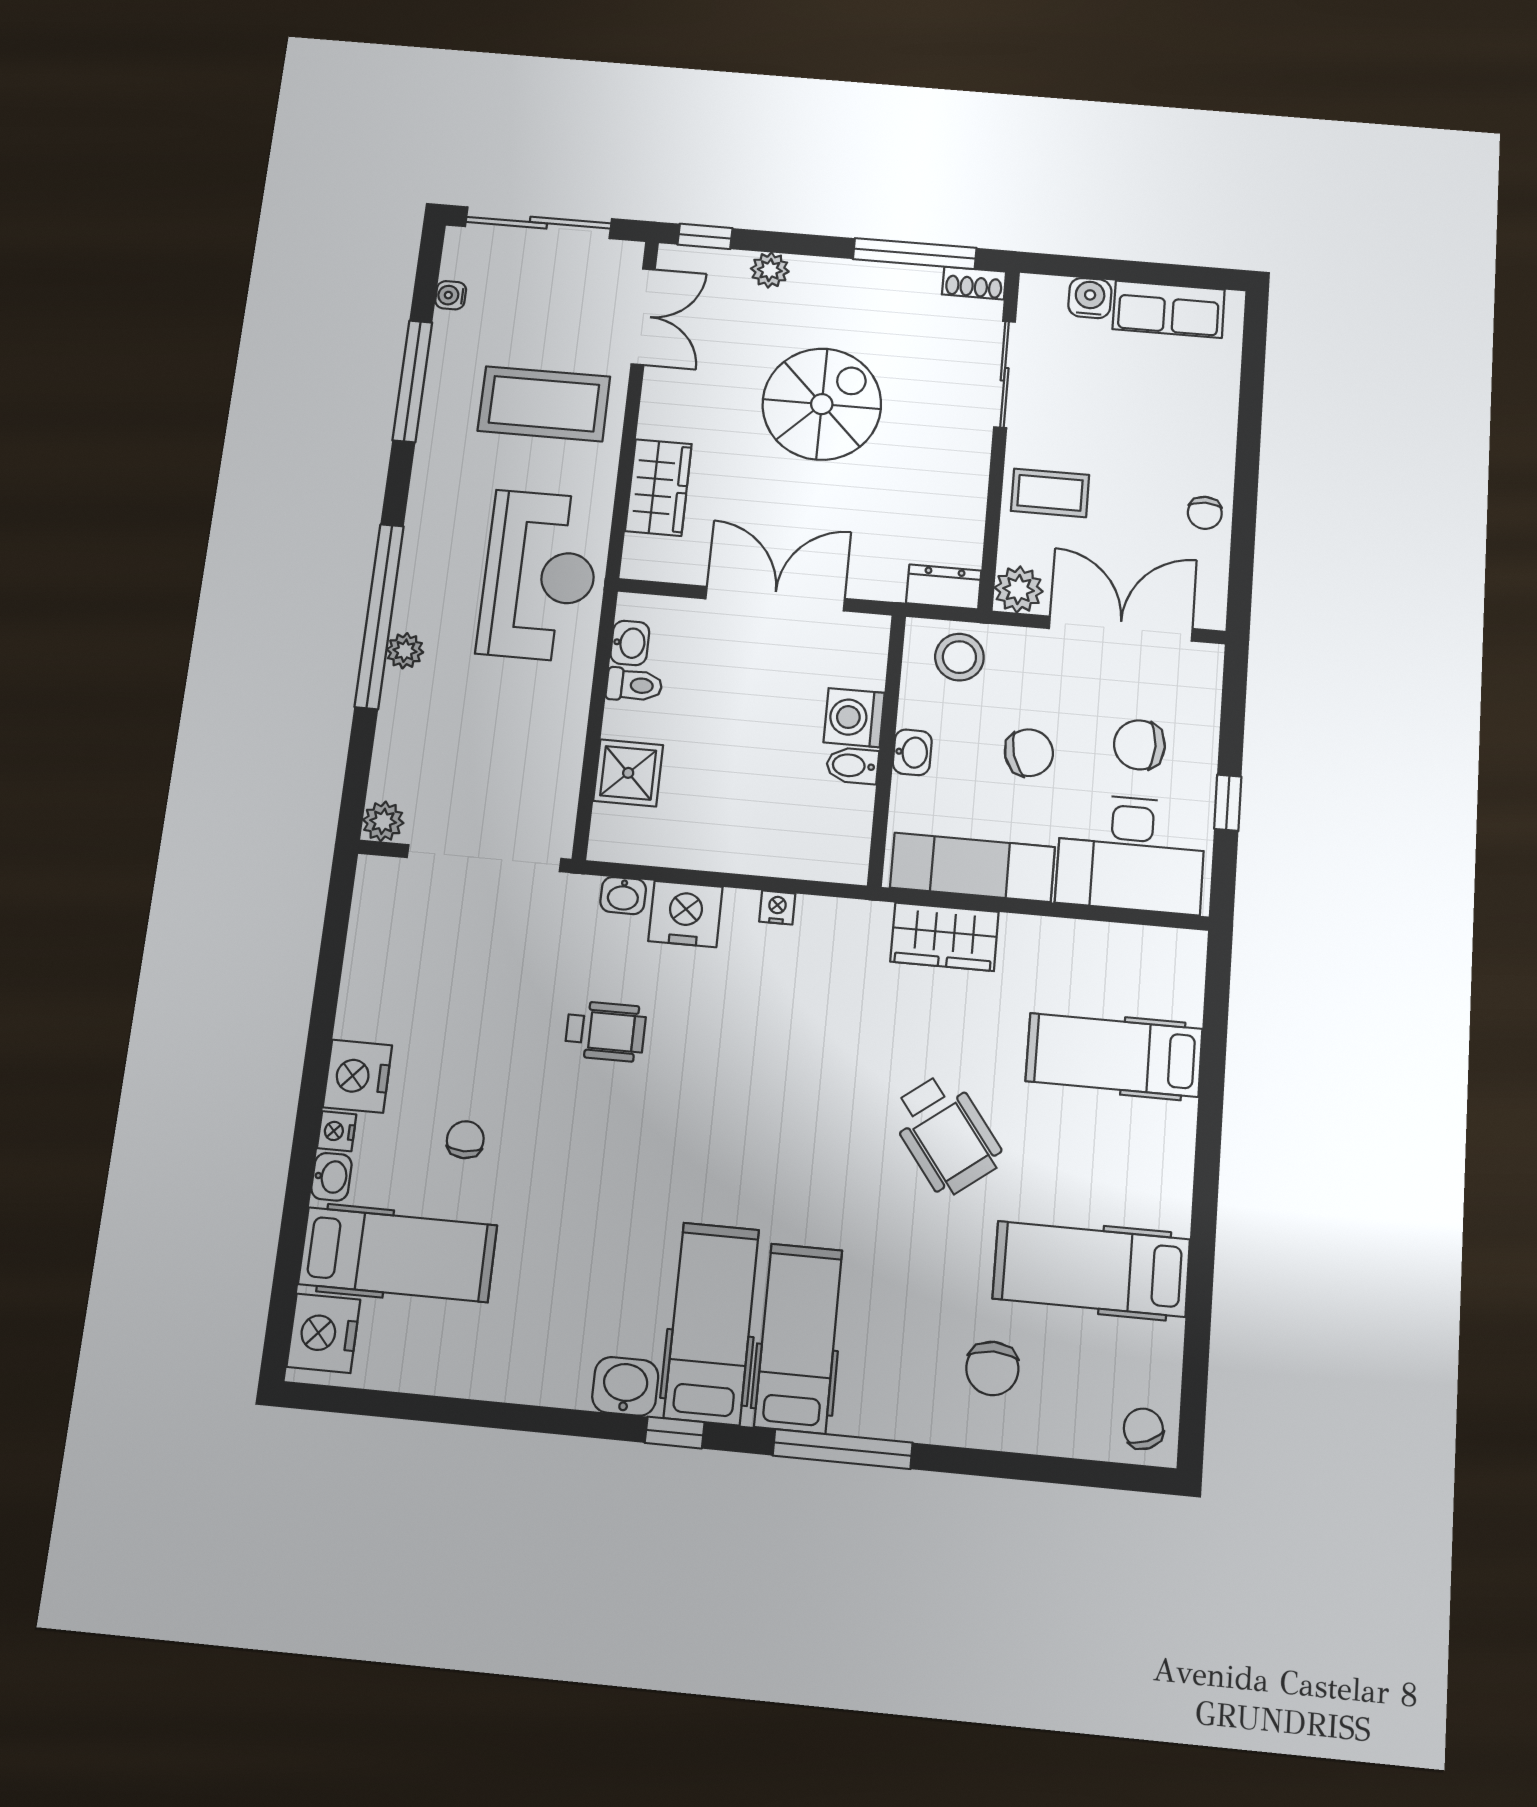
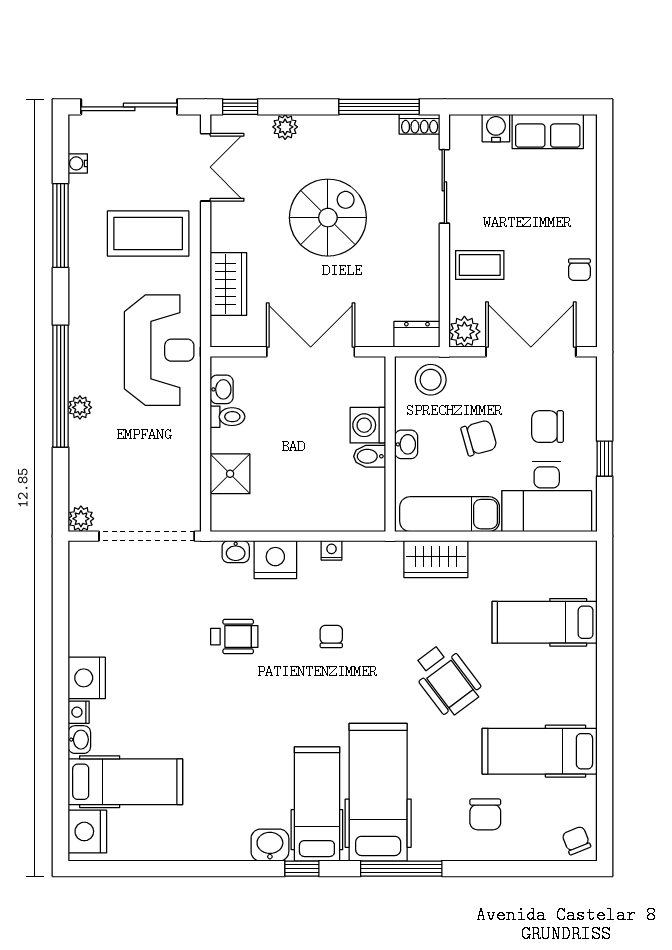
chair: (465, 1140) -> (331, 636), moved
hospital bed: (798, 1338) -> (378, 792), width x1.37, depth x1.29

